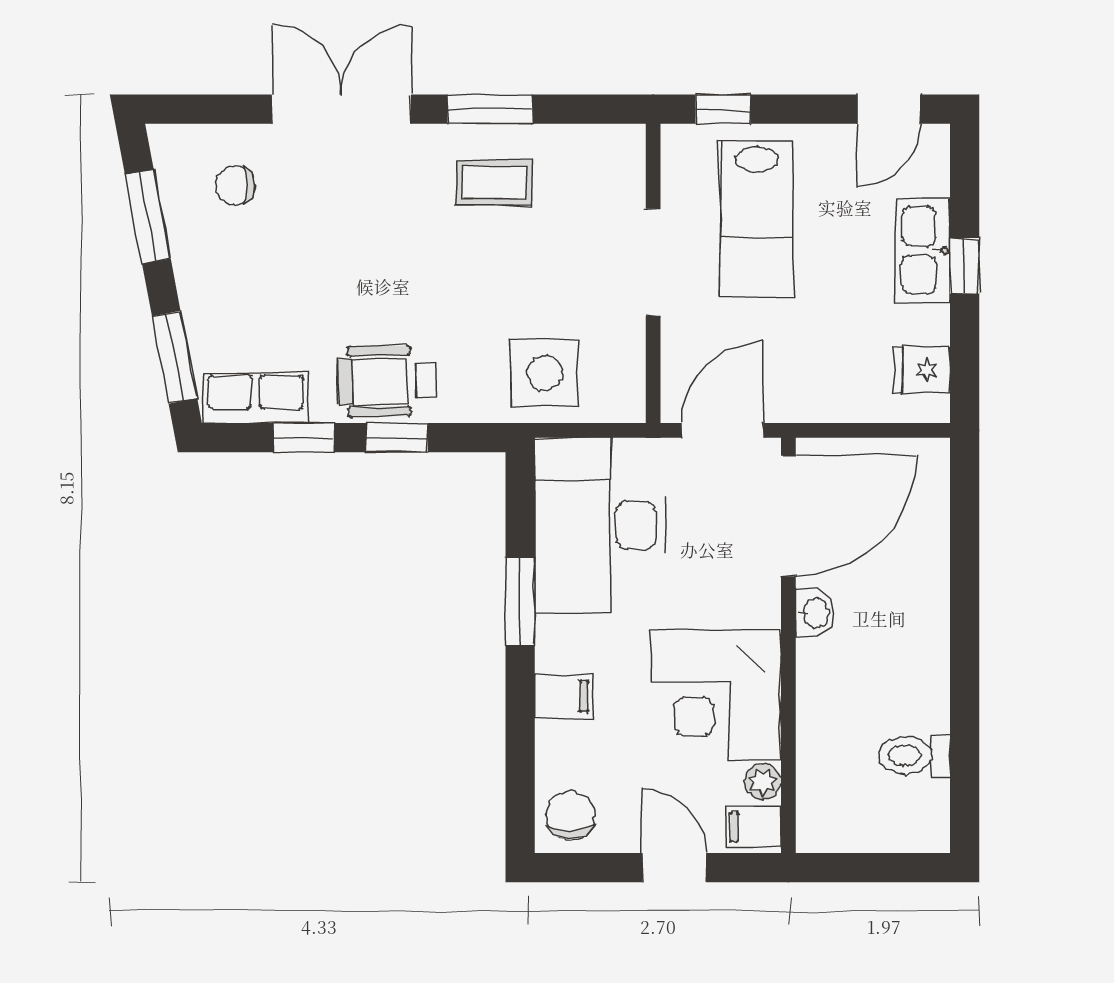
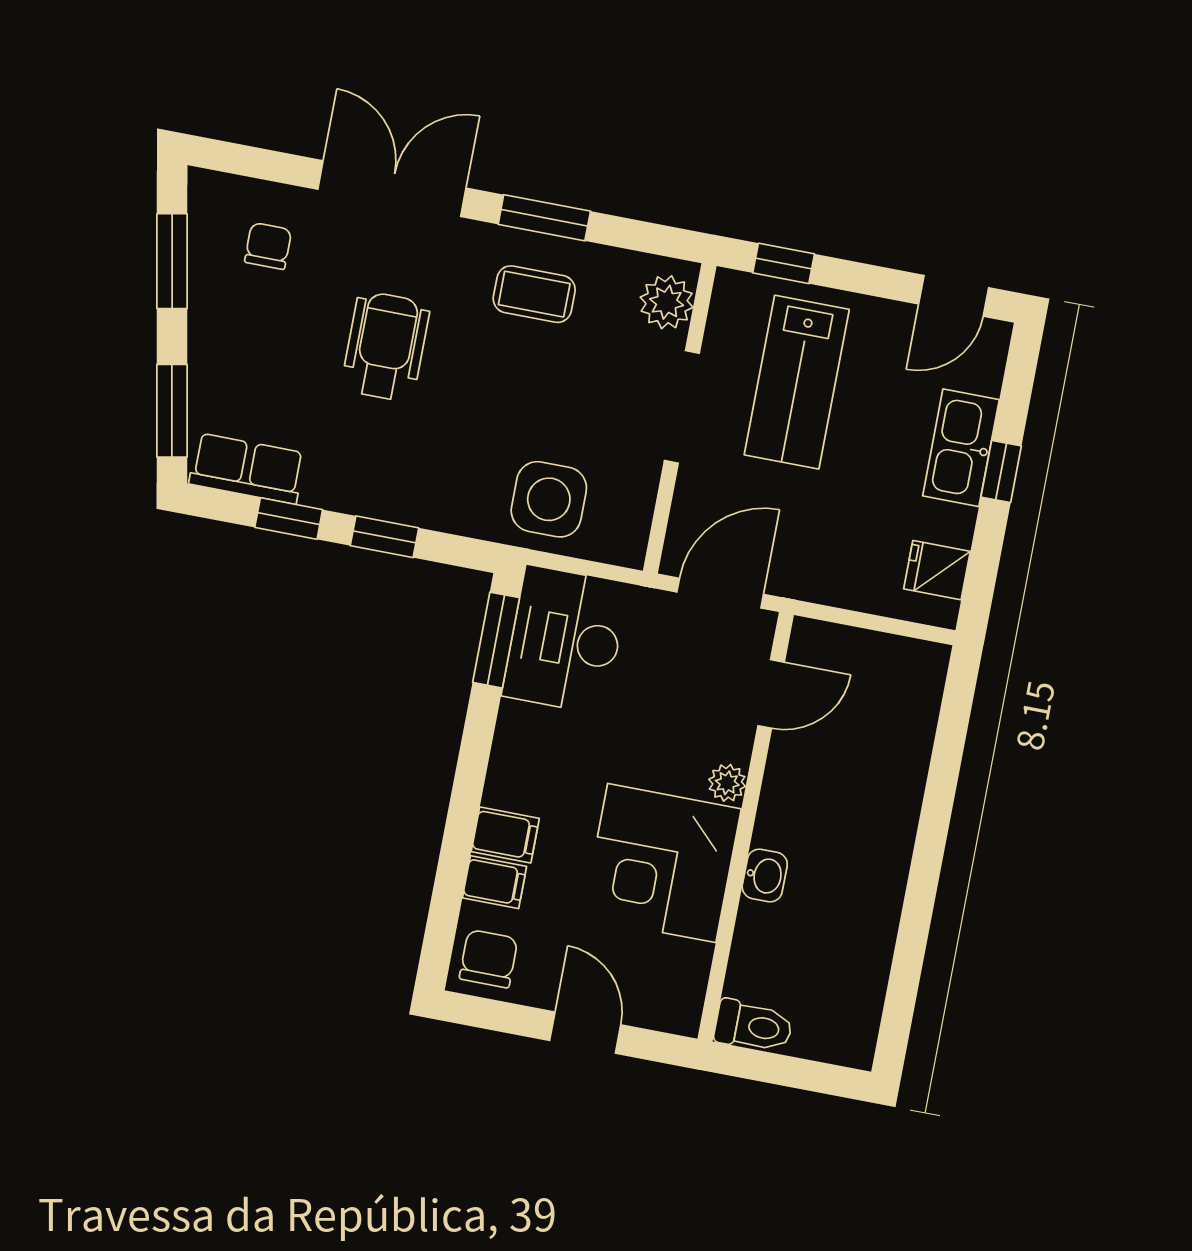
plant: (620, 167) -> (667, 302), added
chair: (235, 185) -> (268, 246), turned 90
wheelchair: (387, 381) -> (386, 347), moved, turned 91
door: (788, 516) -> (771, 694), width x0.53
desk: (600, 525) -> (565, 640), width x0.73, depth x0.77
window: (520, 601) -> (496, 640), moved
washbasin: (815, 613) -> (765, 876), moved
toilet: (914, 756) -> (753, 1026), moved, turned 180
plant: (763, 782) -> (727, 783), moved
filing cabinet: (754, 827) -> (494, 882), moved, turned 180

